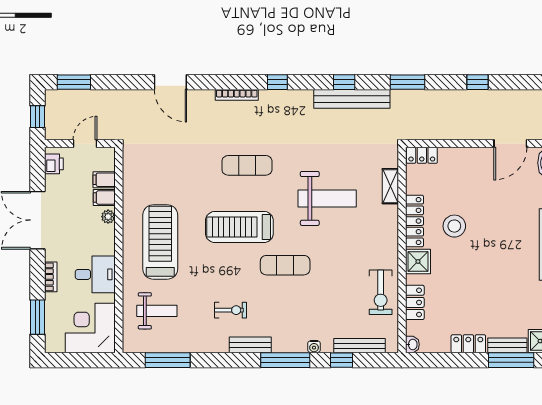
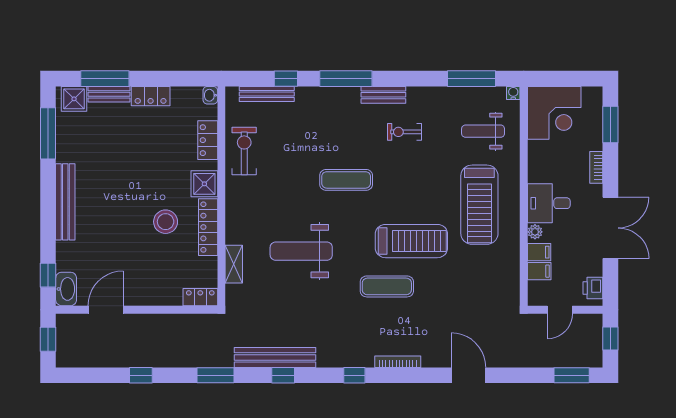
treadmill: (239, 227) -> (411, 241), moved
desk: (95, 274) -> (549, 203), moved
water cooler: (314, 347) -> (513, 93), moved

